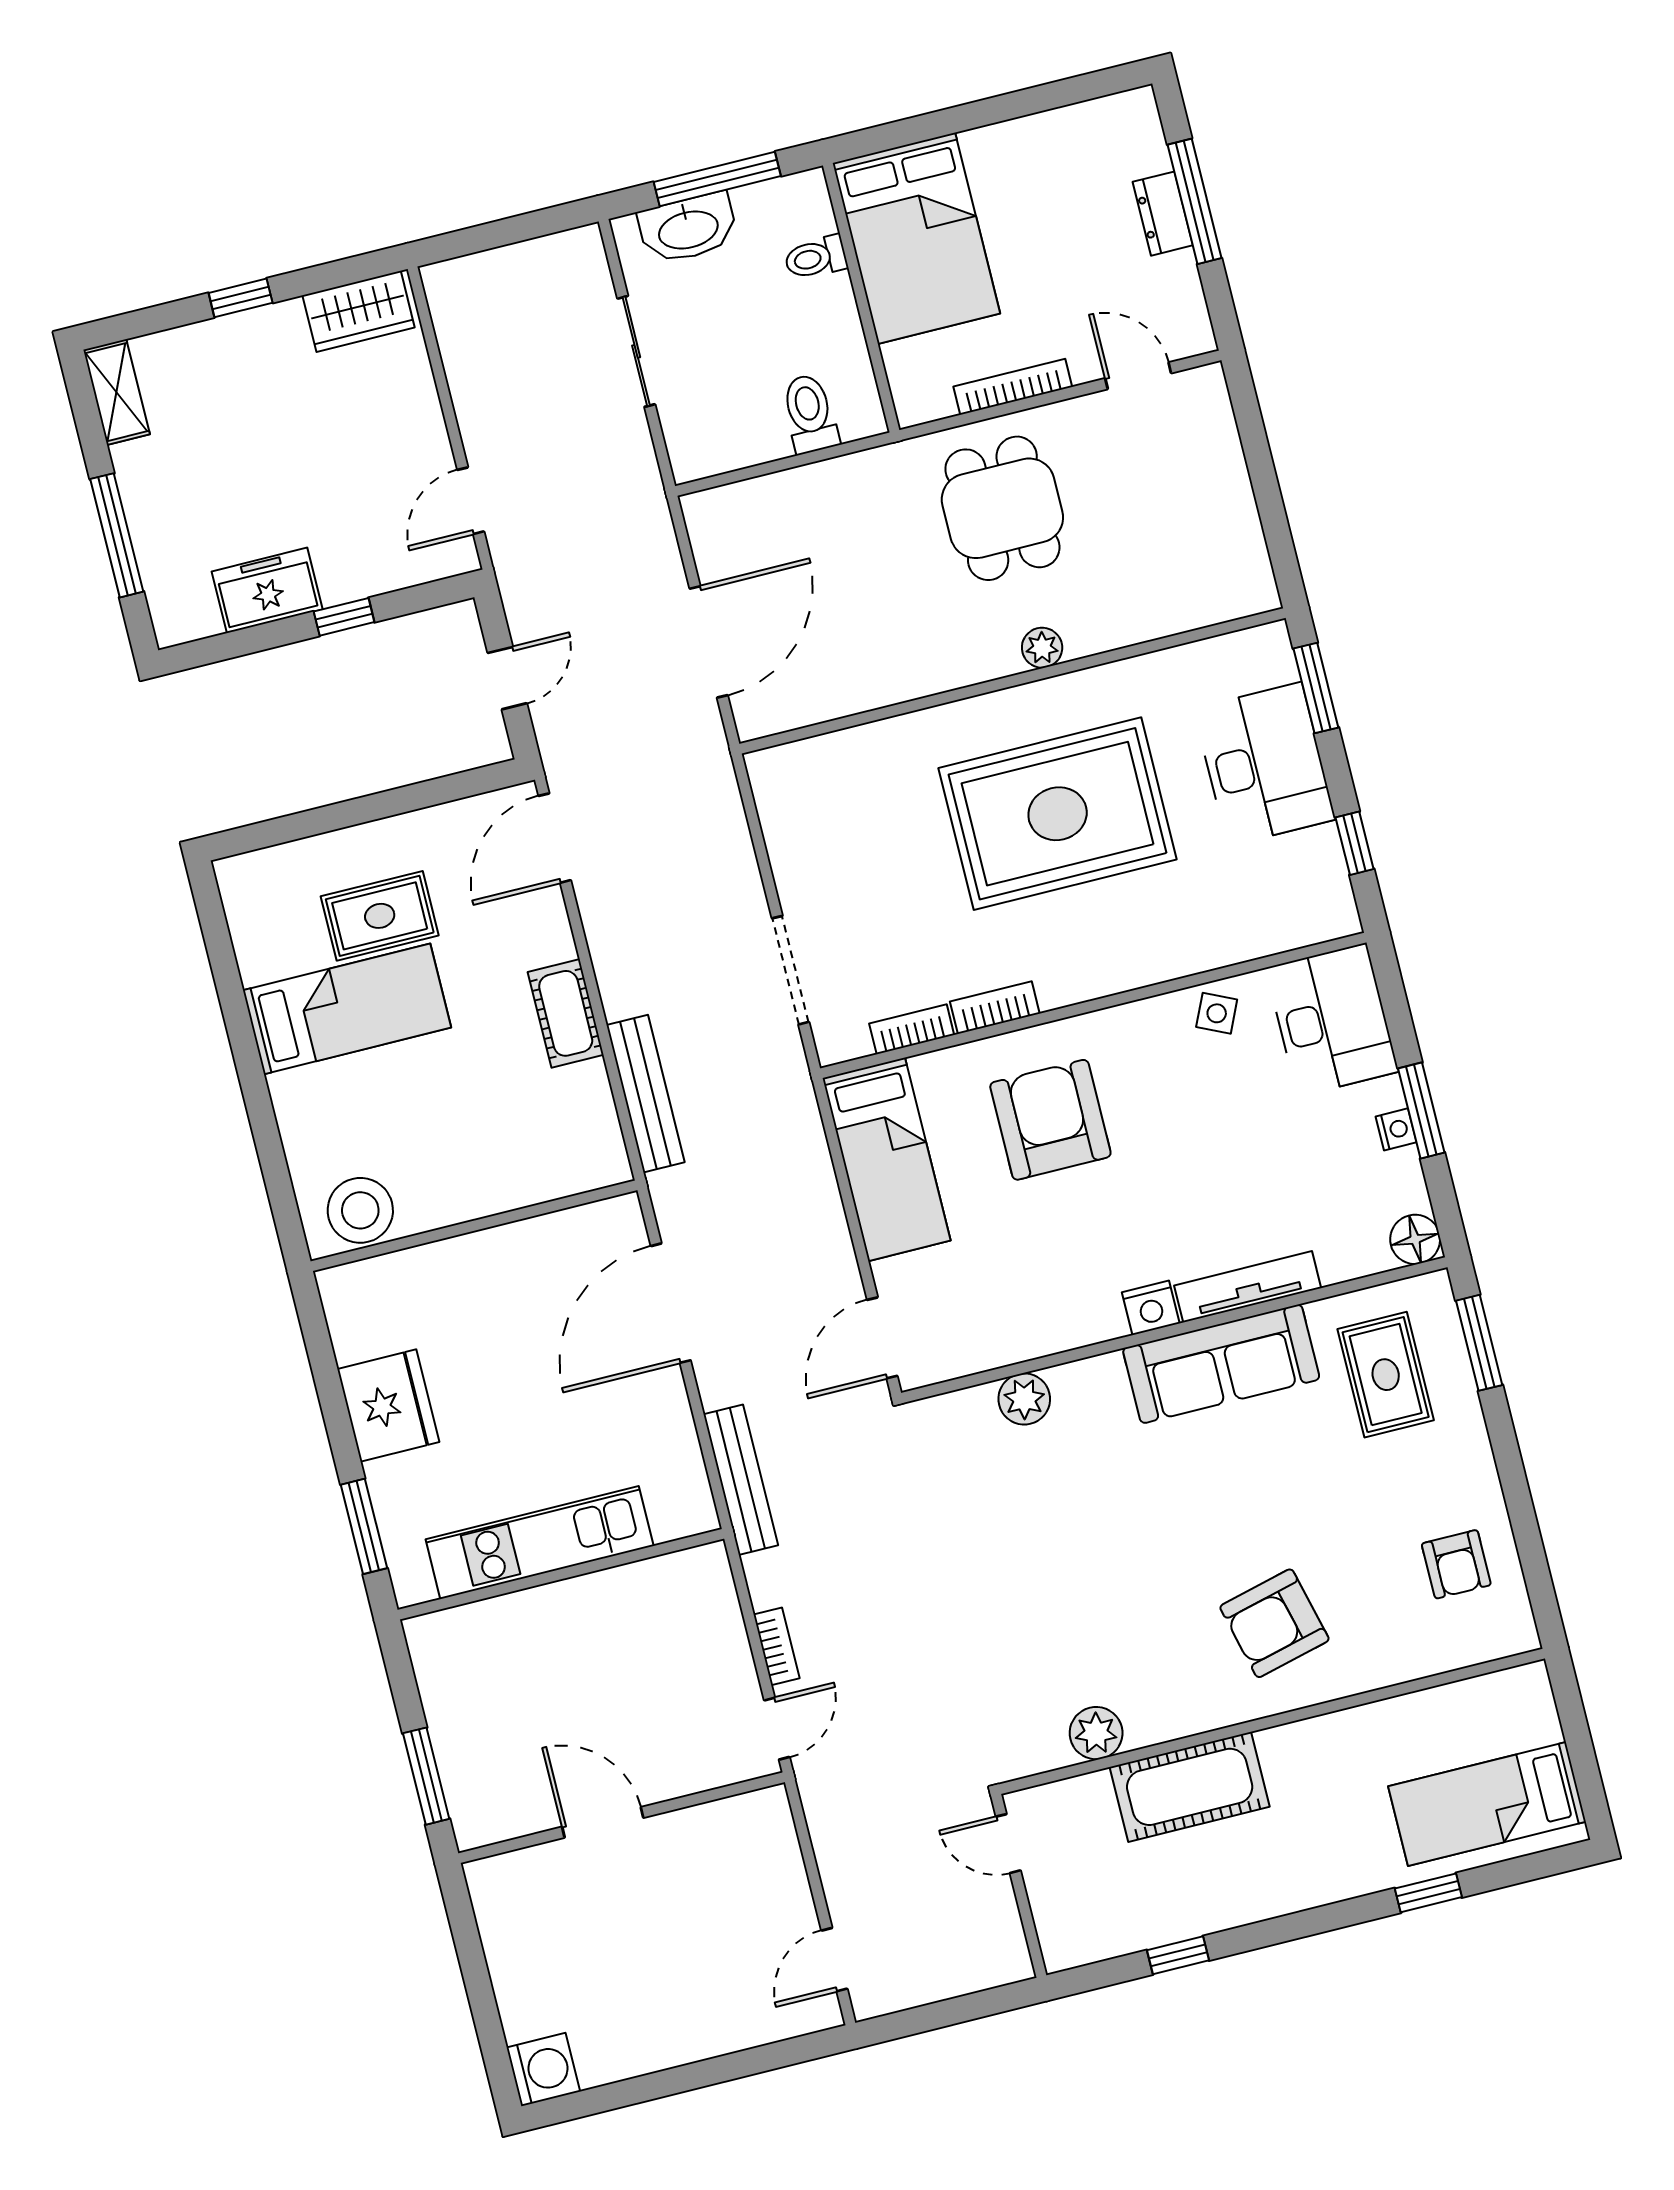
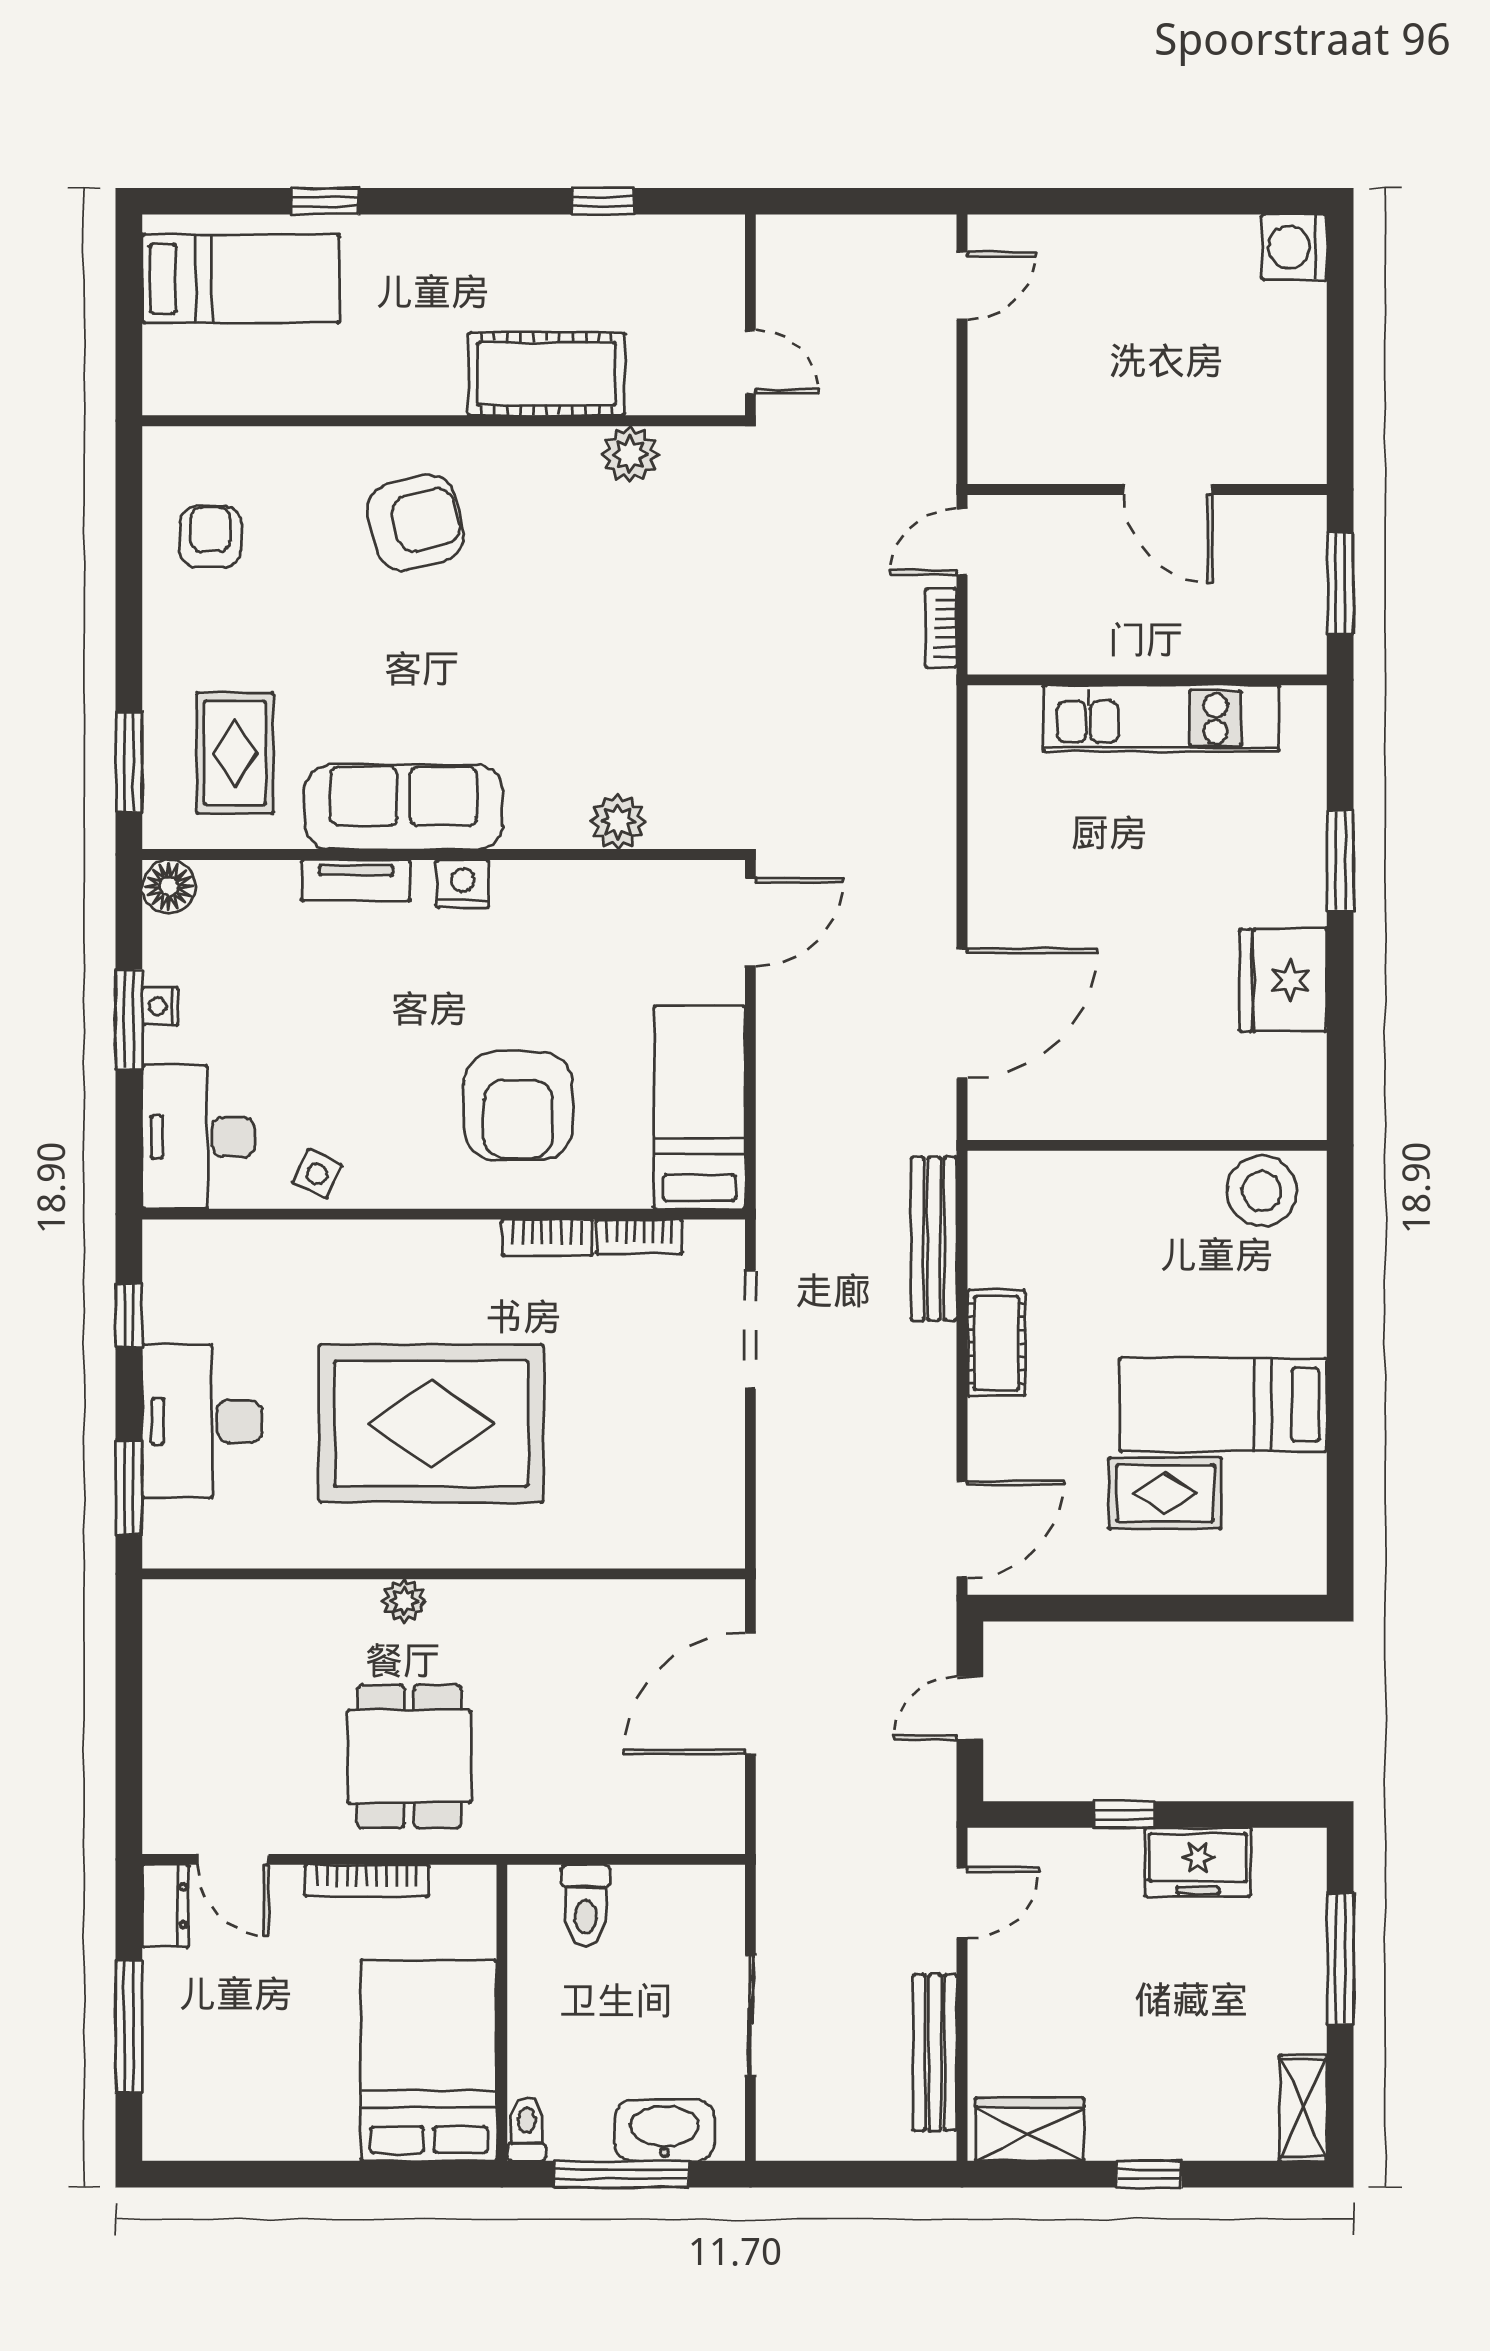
dresser: (1163, 214) -> (165, 1906), moved
toilet: (816, 258) -> (527, 2129), moved, turned -90
tv unit: (1248, 1287) -> (356, 880), width x0.71
bench: (741, 1480) -> (935, 2053), moved
kitchen unit: (540, 1543) -> (1161, 718), moved
wall: (561, 1574) -> (1147, 680), moved

